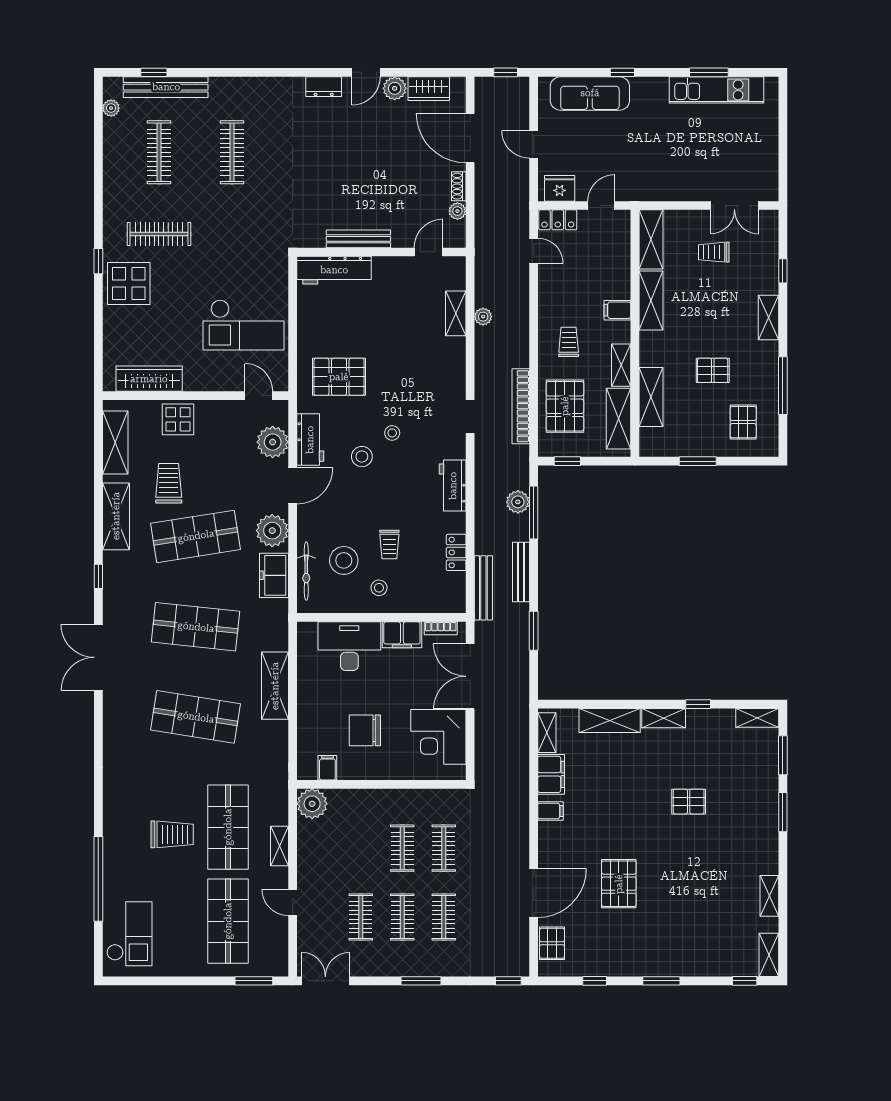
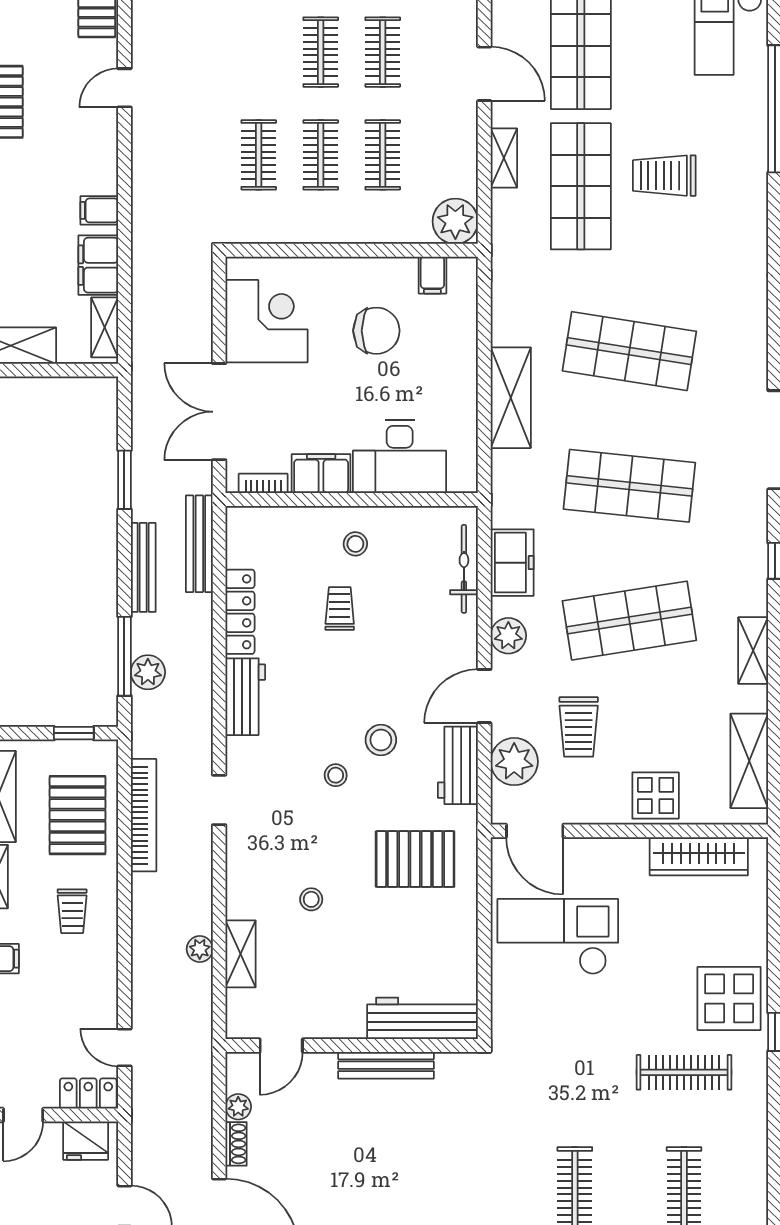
door: (259, 396) -> (535, 831), width x1.38
trolley: (169, 483) -> (579, 727), moved
shelving: (116, 516) -> (753, 651), width x0.67, depth x0.75
plant: (272, 531) -> (508, 636), width x0.73, depth x0.73
locker: (456, 552) -> (240, 612), width x1.53
stool: (344, 560) -> (311, 899), moved, width x0.53, depth x0.53
double door: (470, 676) -> (219, 412), swing flipped
door: (534, 893) -> (124, 88), width x0.53
door: (293, 902) -> (484, 74), width x1.38
clothes rail: (444, 917) -> (383, 155), moved

